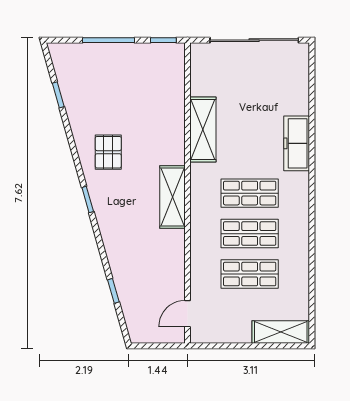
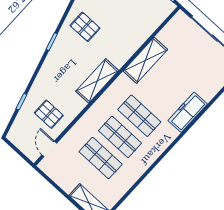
pallet: (108, 152) -> (85, 27), turned 90
pallet: (154, 278) -> (49, 114), added
door: (187, 314) -> (49, 149), hinge flipped

